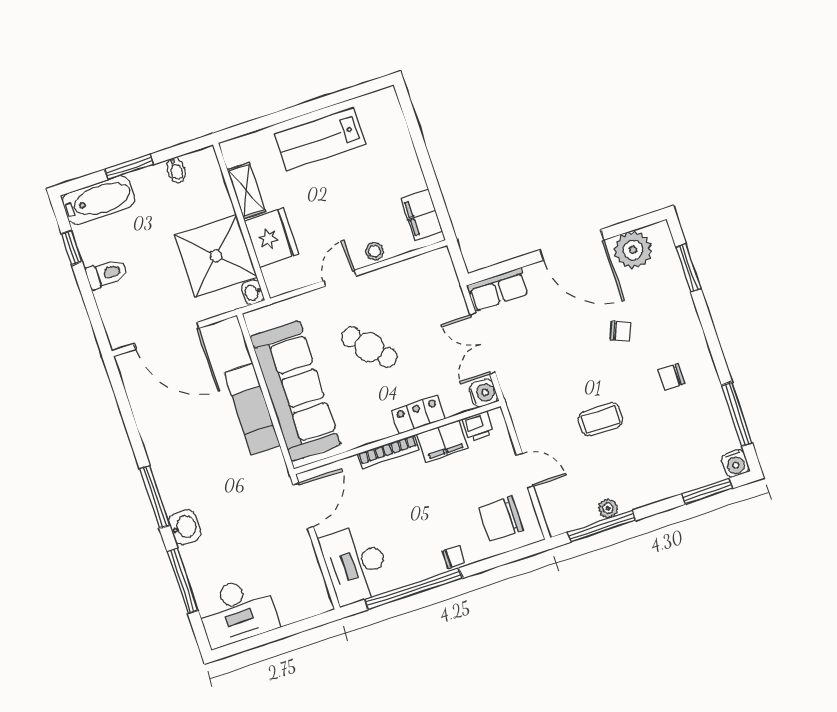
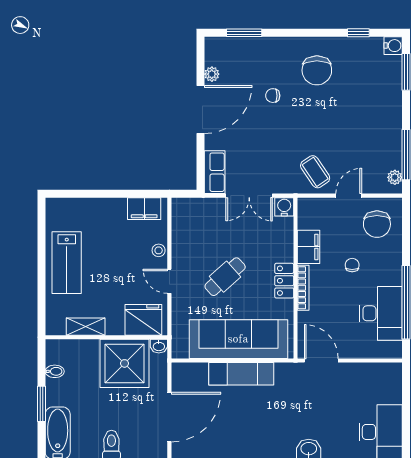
fridge: (272, 238) -> (143, 320), moved
plant: (633, 250) -> (212, 74), width x0.53, depth x0.53
chair: (620, 331) -> (273, 96), turned -112
chair: (671, 377) -> (317, 70), width x1.87, depth x1.87
window: (737, 414) -> (358, 33), width x0.46
locker: (418, 415) -> (284, 281), moved
coffee table: (601, 419) -> (315, 172), moved, turned -34
printer: (478, 427) -> (307, 219), removed
plant: (608, 508) -> (395, 177), moved
chair: (454, 557) -> (352, 265), moved
desk: (355, 564) -> (381, 313), moved, turned -90

